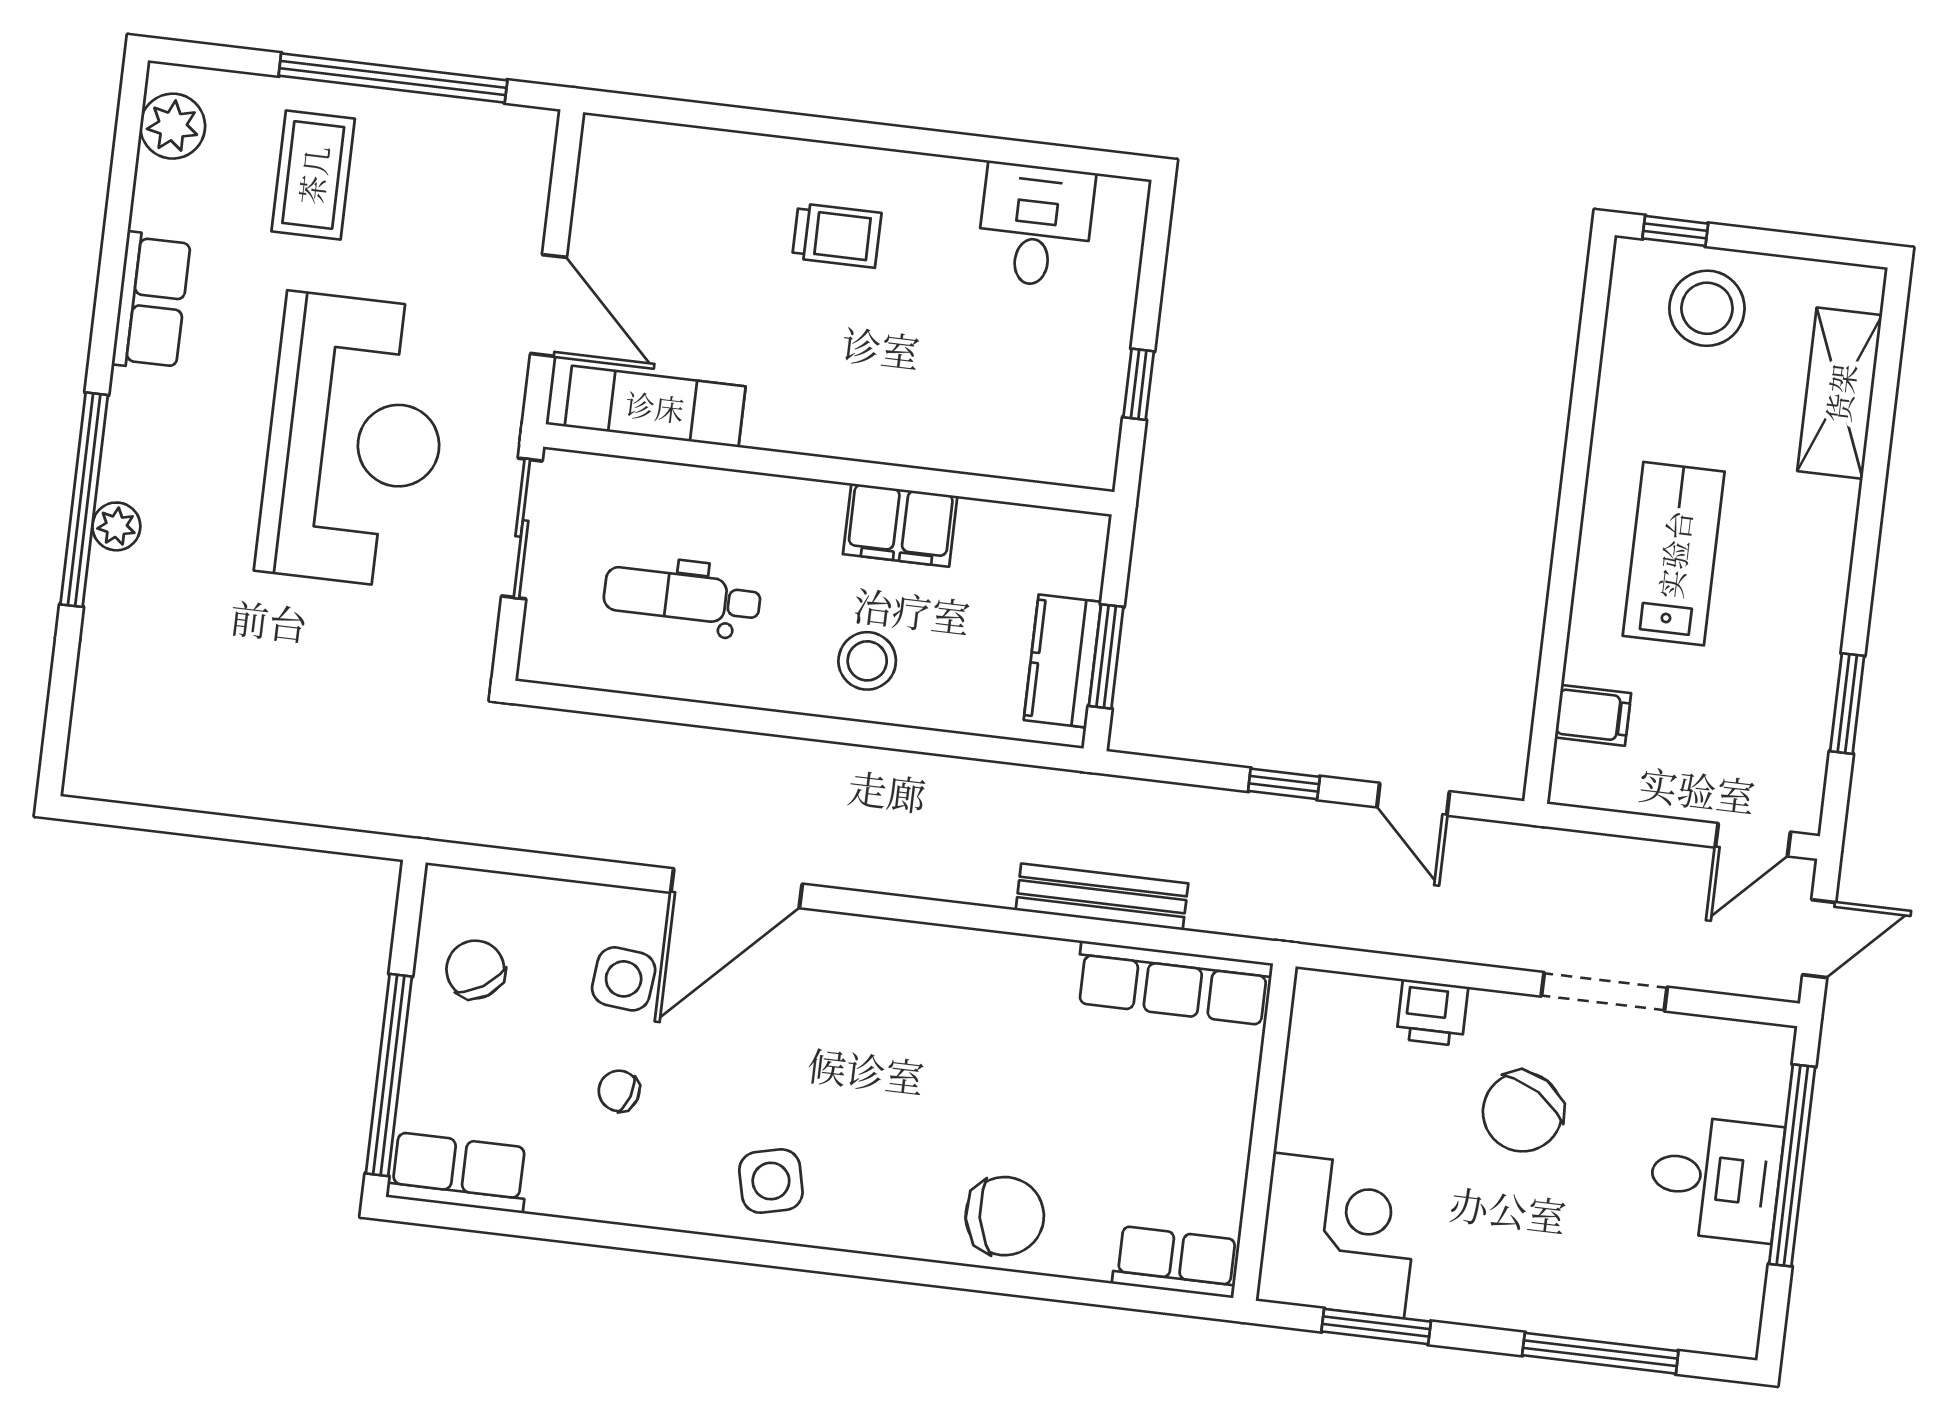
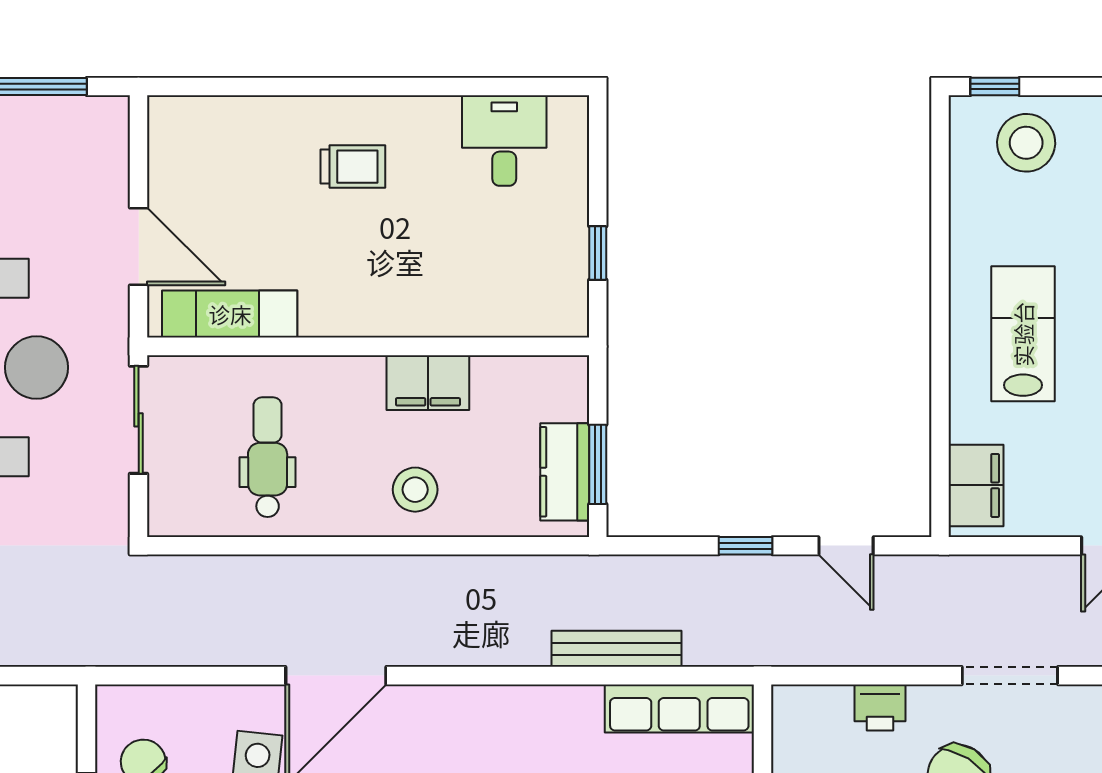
dental chair: (682, 596) -> (268, 457), turned 90
filing cabinet: (1593, 715) -> (976, 485), width x2.00

